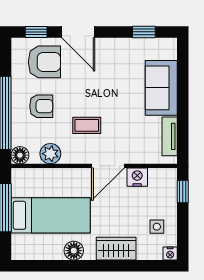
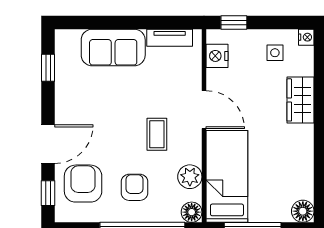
nightstand: (137, 177) -> (217, 56), moved
bed: (51, 215) -> (227, 176), moved
floor lamp: (74, 251) -> (303, 211), moved

